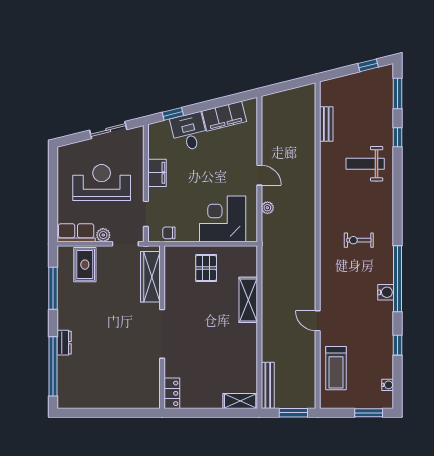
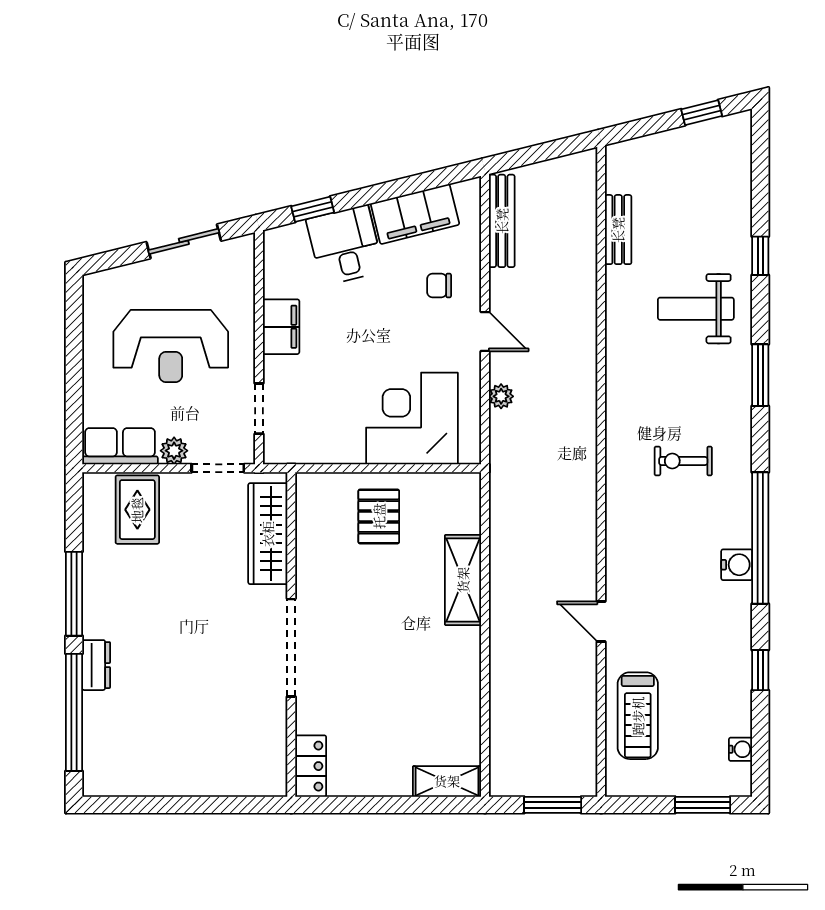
window: (398, 94) -> (760, 375), moved
reception desk: (102, 182) -> (171, 346), turned 180
chair: (169, 233) -> (439, 285), moved
window: (53, 288) -> (74, 594), moved
bench: (268, 385) -> (502, 221), moved

